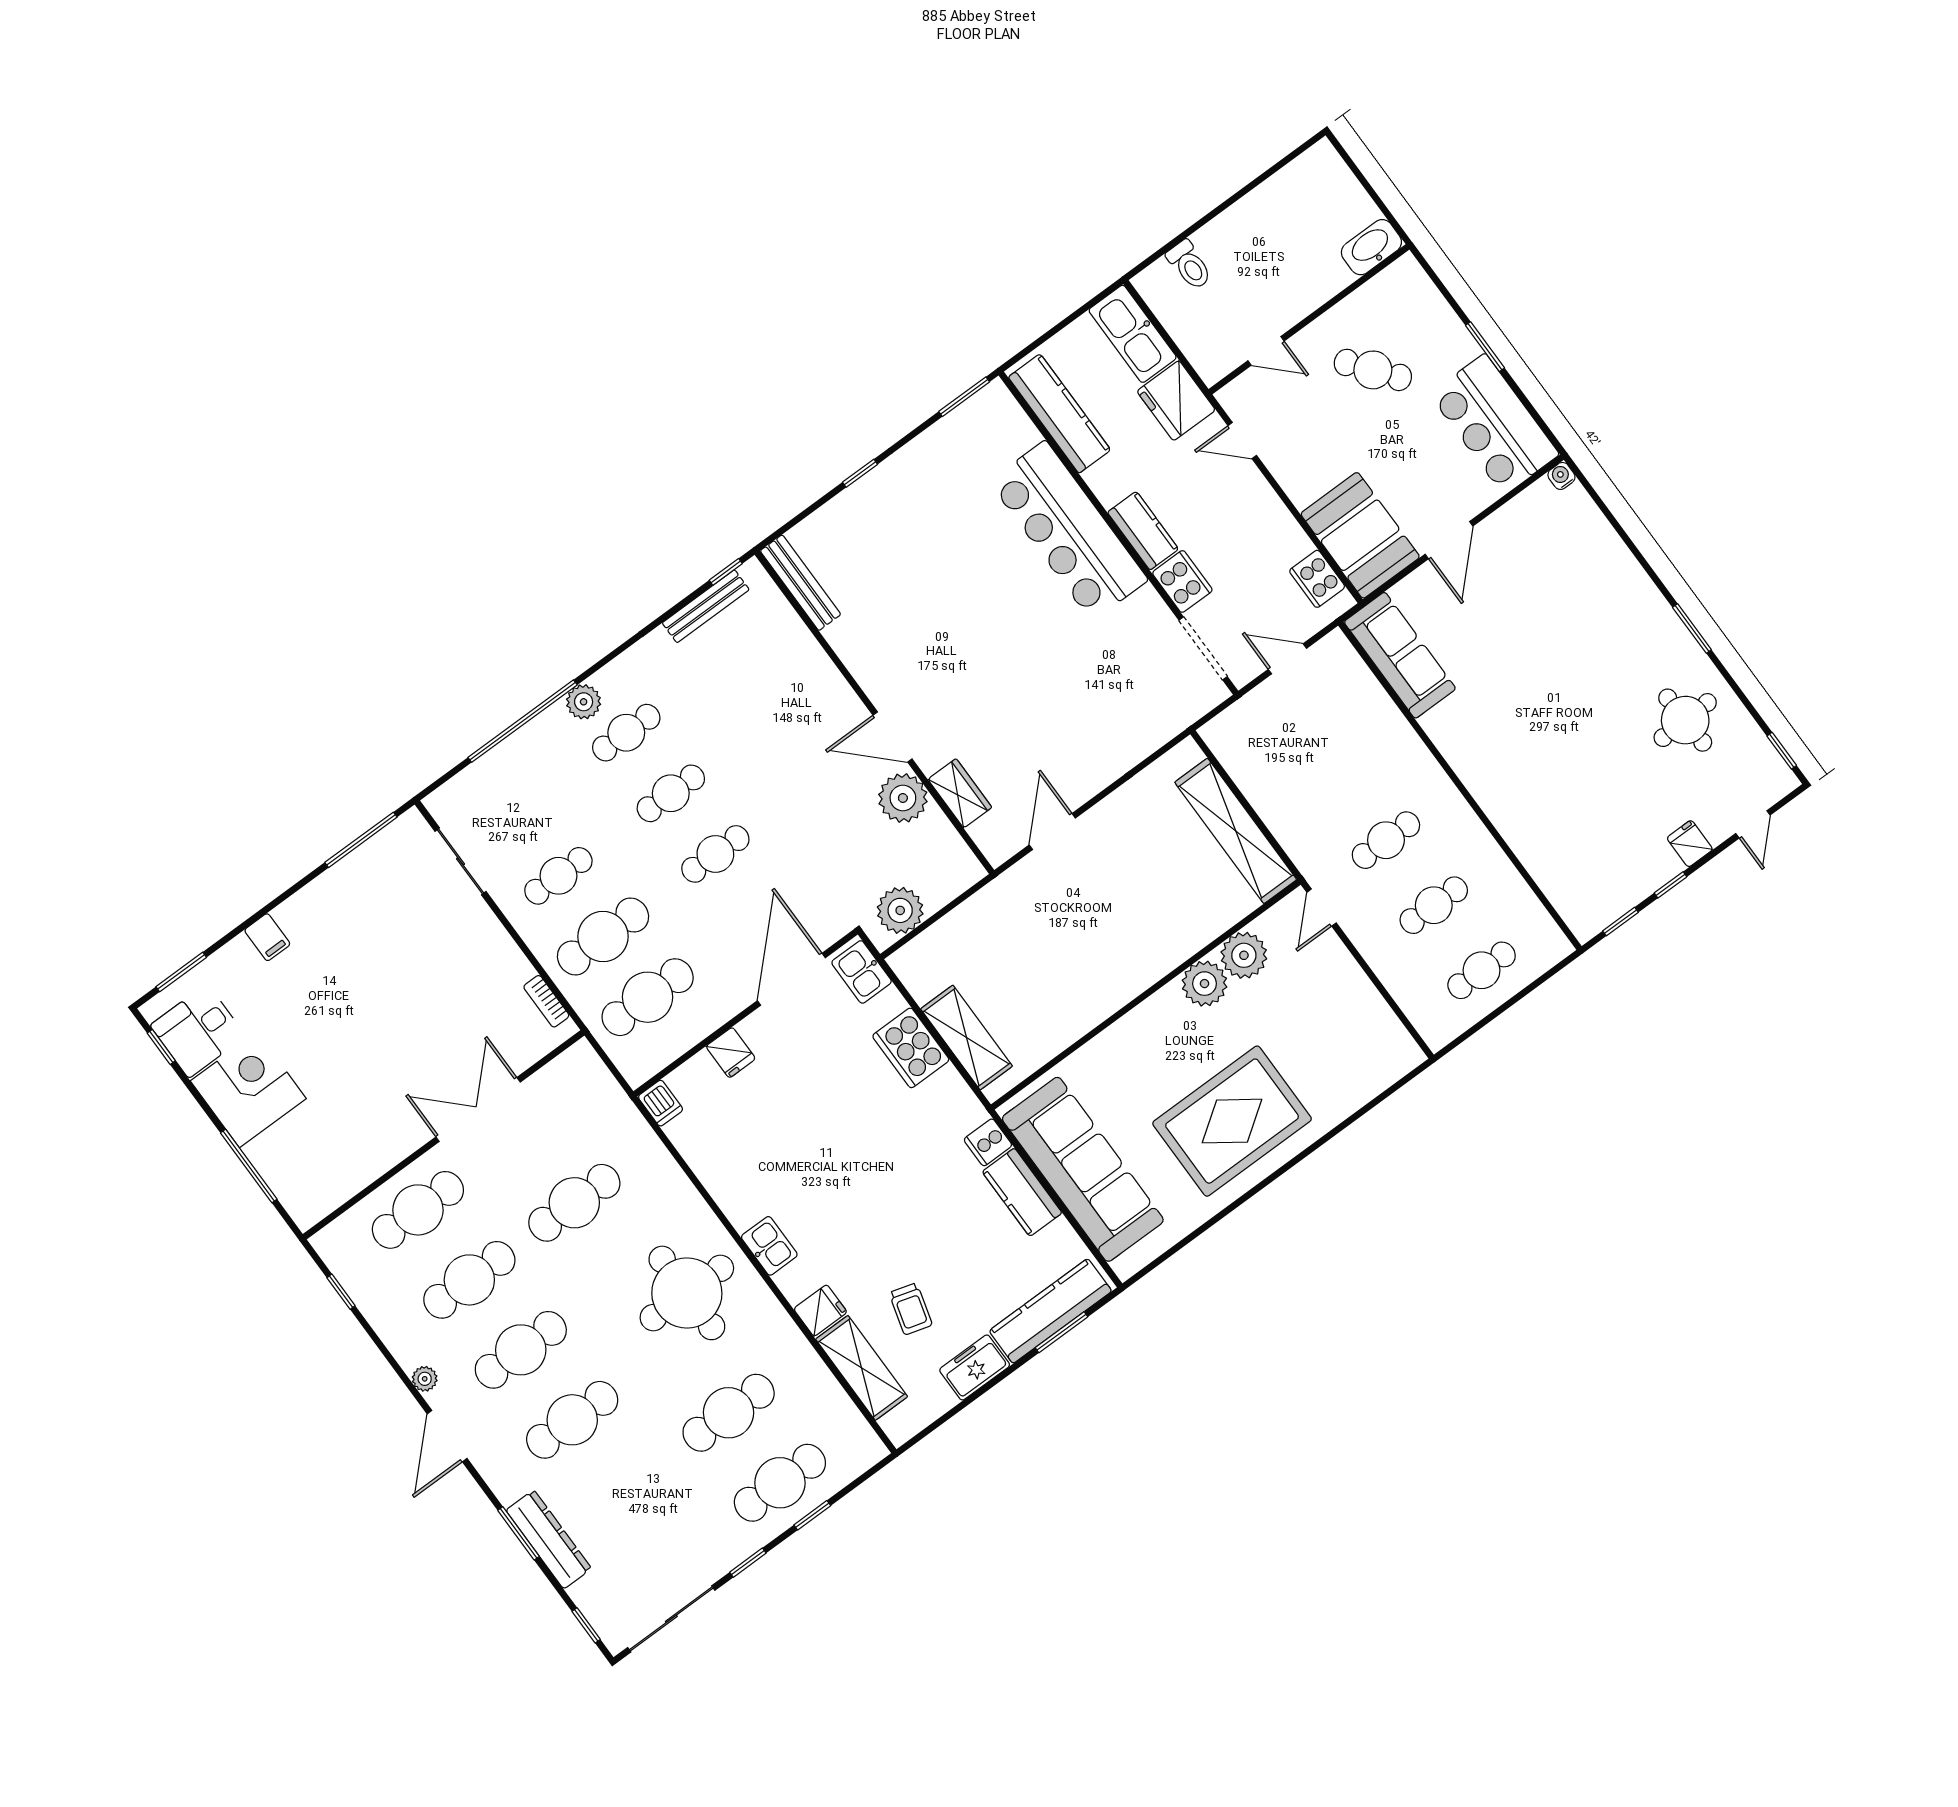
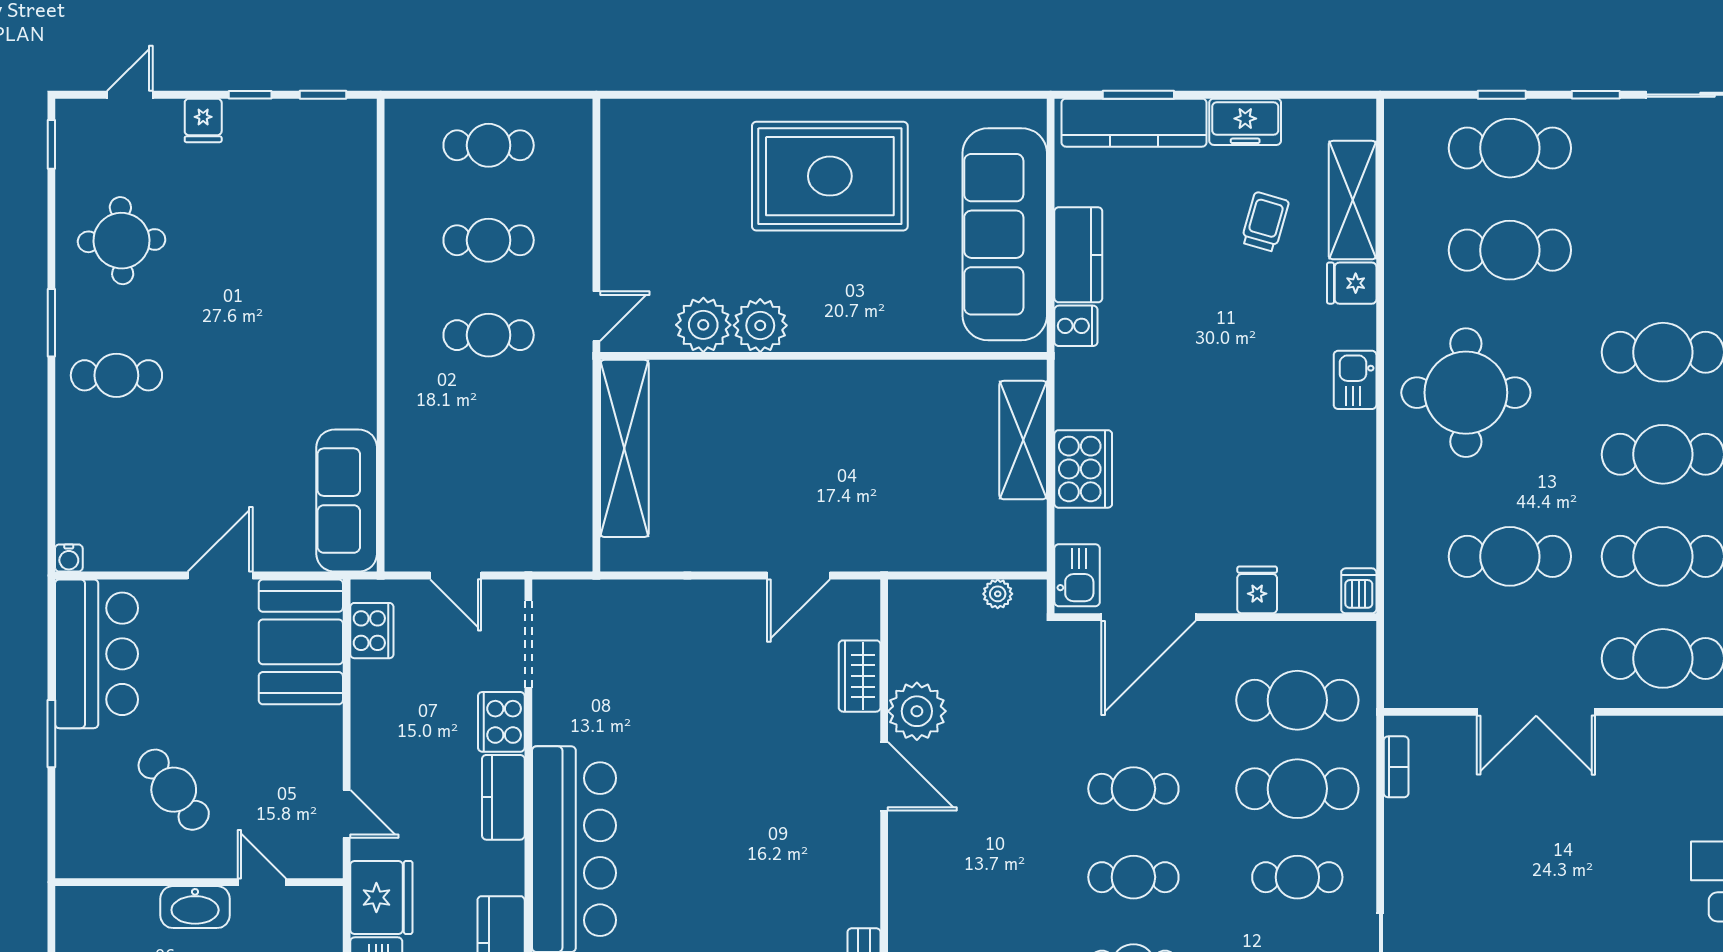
washbasin: (1371, 247) -> (195, 907), moved
cafe table: (1621, 625) -> (116, 375), added
plant: (900, 910) -> (998, 594), width x0.53, depth x0.53

